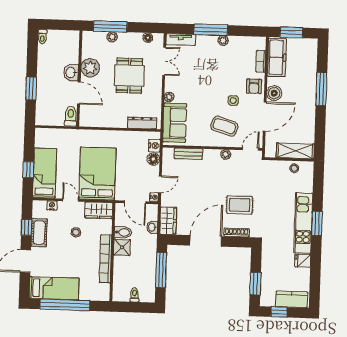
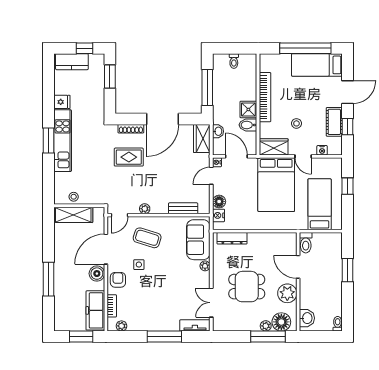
floor lamp: (148, 38) -> (281, 322), moved, width x1.89, depth x1.89
plant: (223, 40) -> (121, 326), moved
washbasin: (71, 73) -> (307, 318), moved
dining table: (129, 76) -> (247, 287), turned 90
bed: (45, 173) -> (320, 204), moved, turned 180

